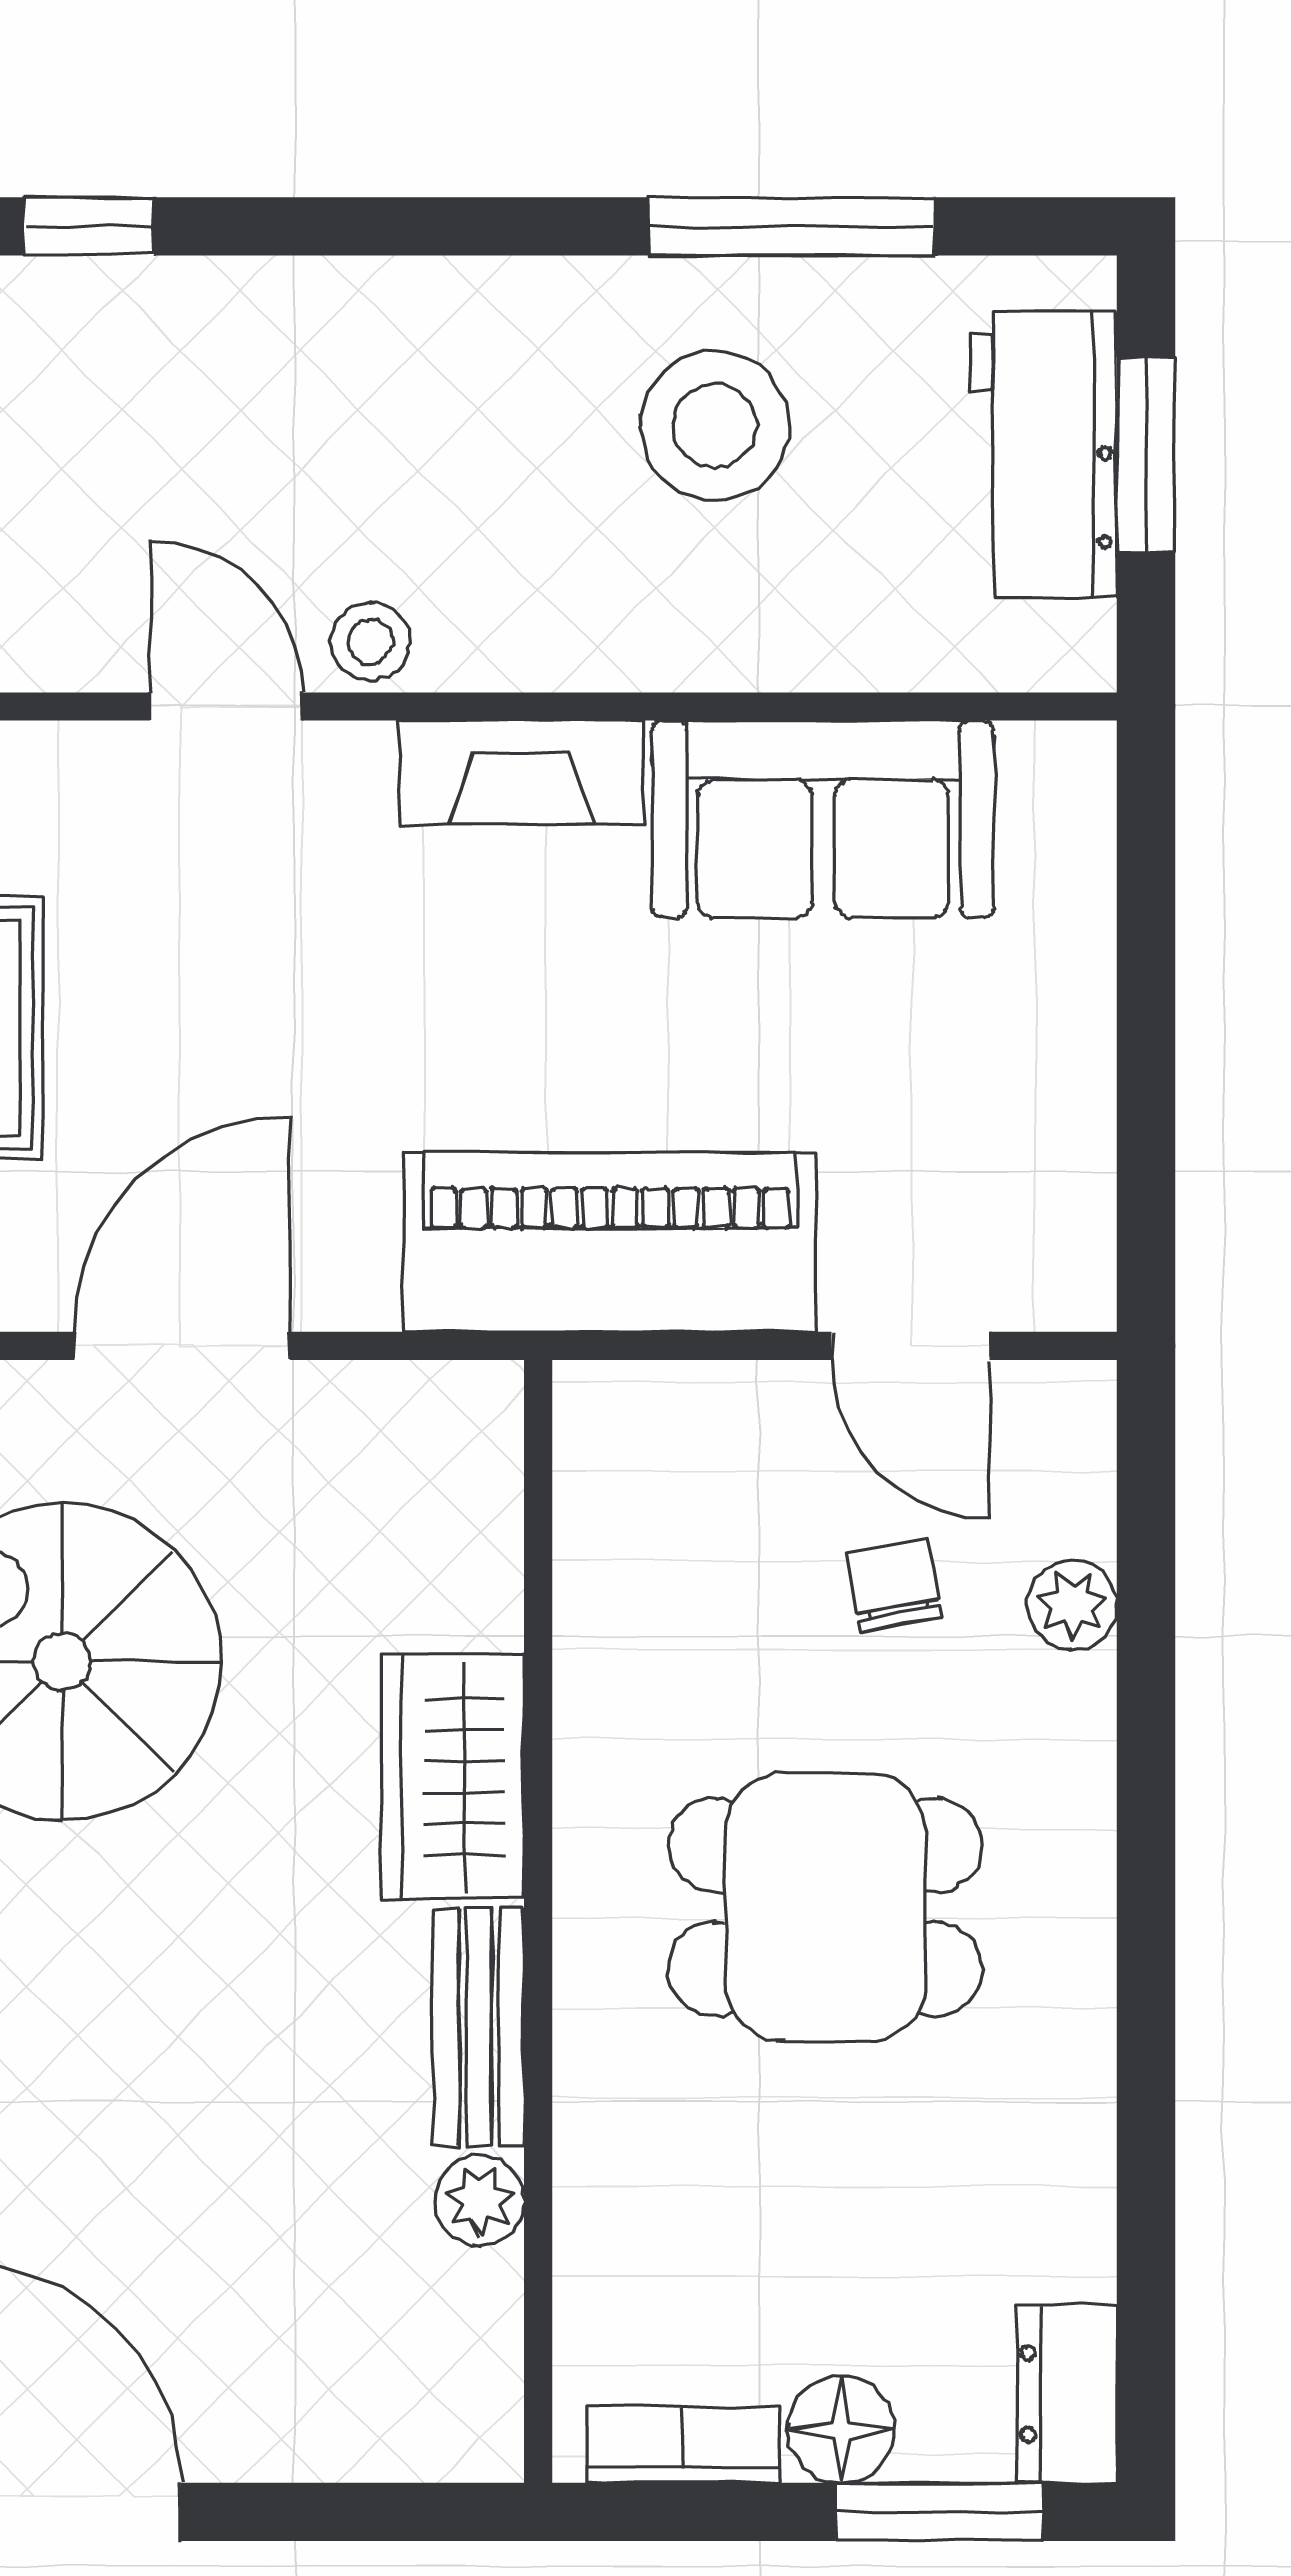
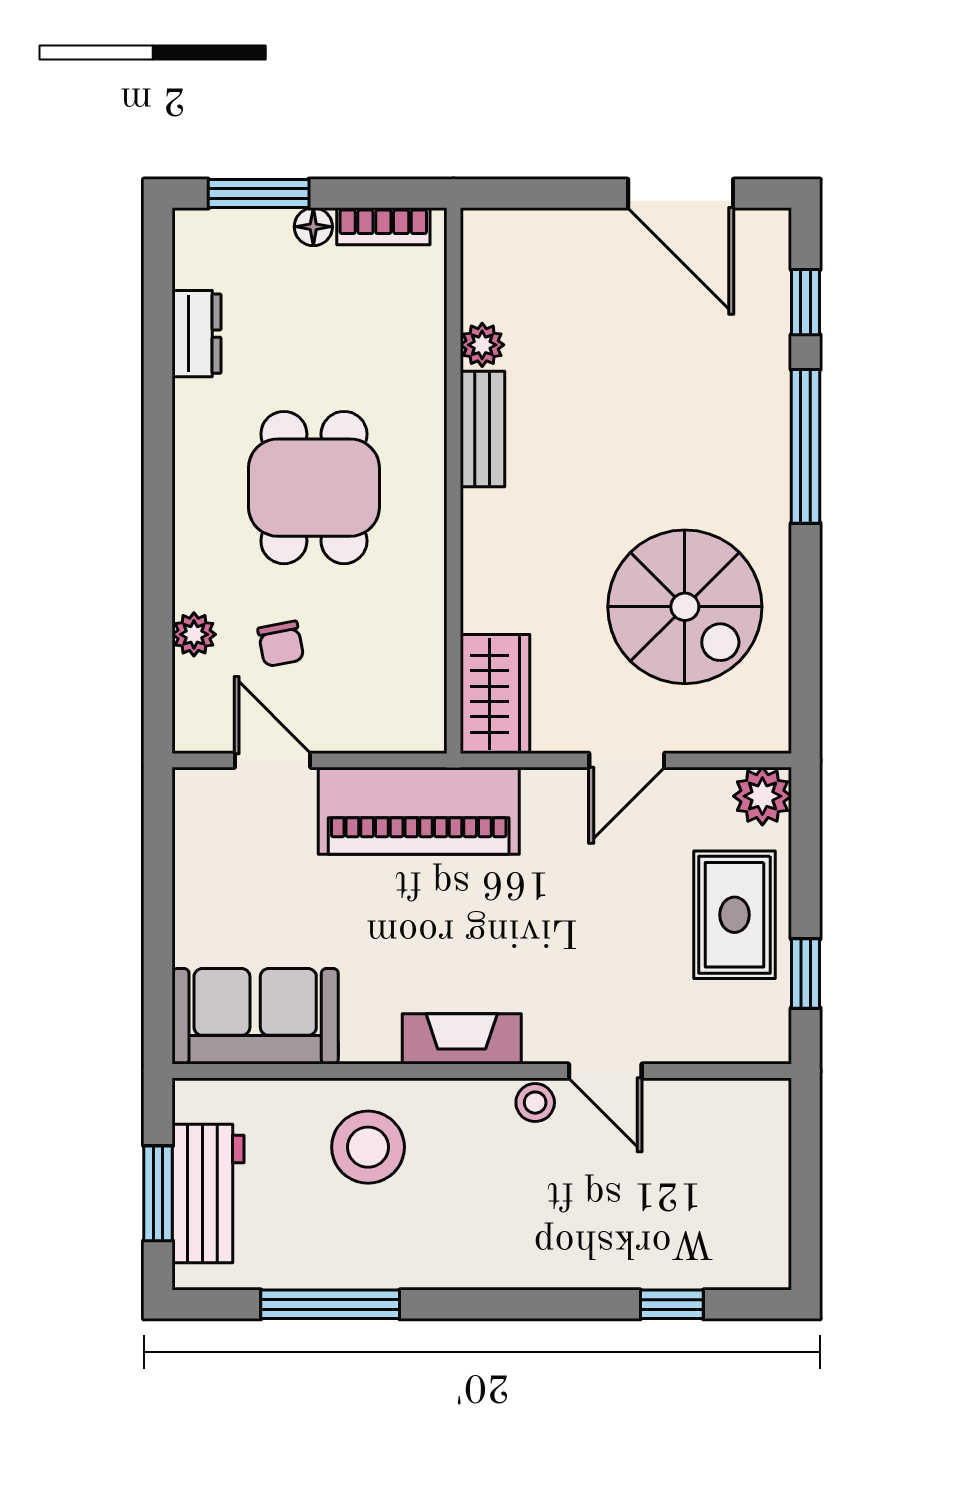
stool: (715, 426) -> (368, 1147), moved
sofa: (823, 819) -> (255, 1016), moved
door: (182, 1346) -> (627, 760), width x0.73
wardrobe: (453, 1777) -> (495, 694), moved
dining table: (825, 1907) -> (314, 488), turned 90
dresser: (1067, 2394) -> (197, 334), moved
floor lamp: (841, 2429) -> (313, 227), width x0.73, depth x0.73

